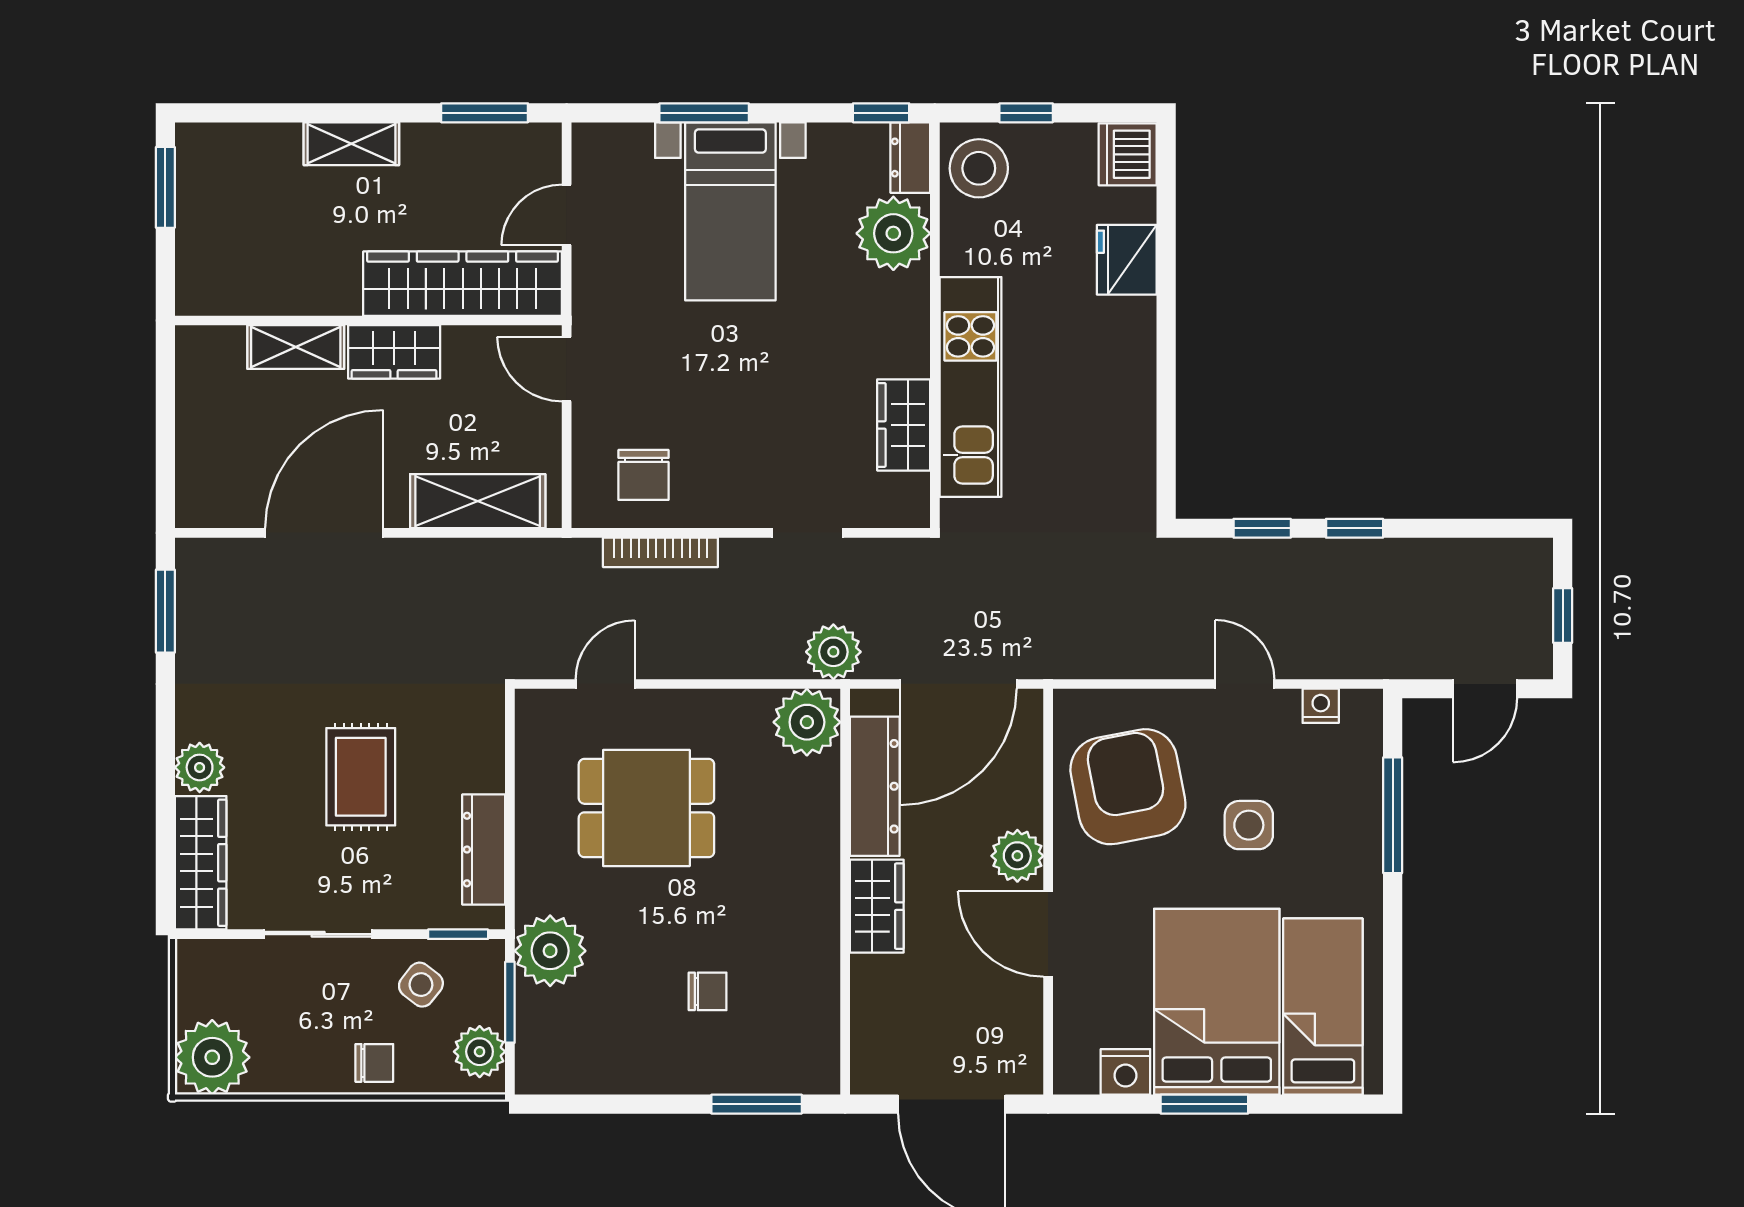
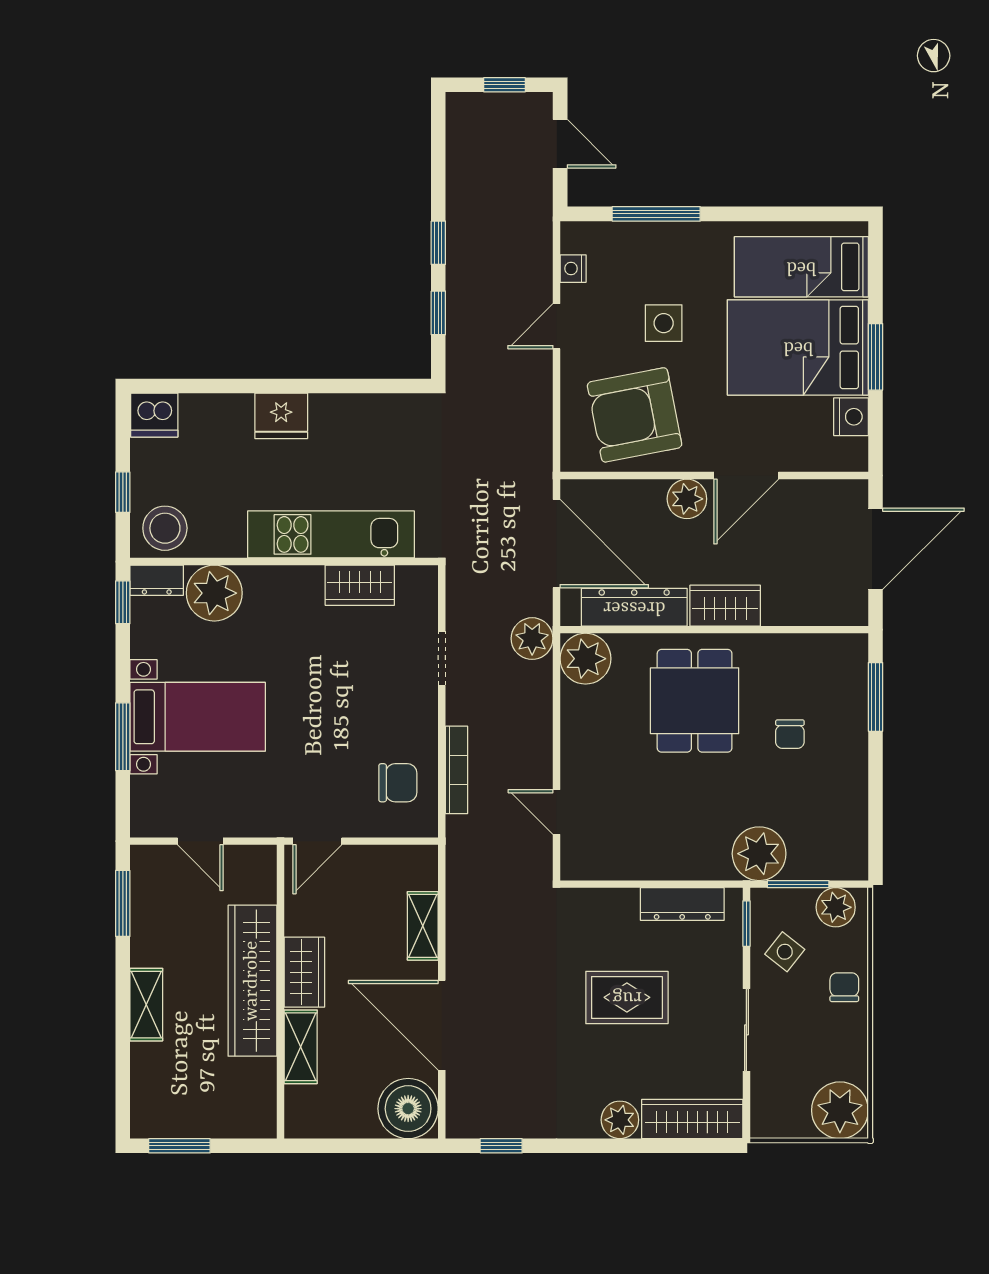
fridge: (1127, 260) -> (281, 416), moved
wardrobe: (463, 284) -> (252, 981), moved
boiler: (214, 489) -> (408, 1109), added
shelving: (478, 501) -> (423, 926), width x0.67, depth x0.75
window: (165, 611) -> (501, 1146), width x0.67
dining table: (646, 808) -> (695, 701), moved
chair: (708, 991) -> (790, 734), turned 180

